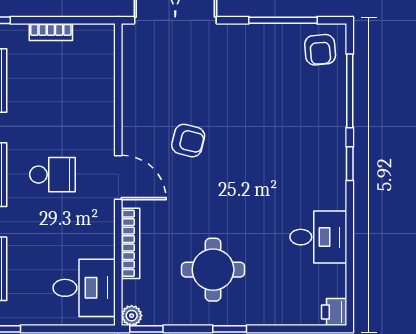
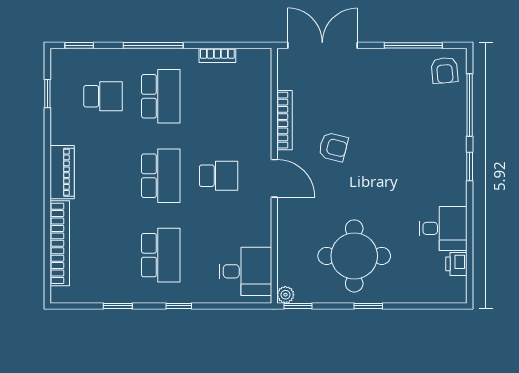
bookcase: (131, 243) -> (285, 120), moved
round table: (213, 270) -> (354, 256), width x1.36, depth x1.36
printer: (334, 312) -> (456, 264), moved

